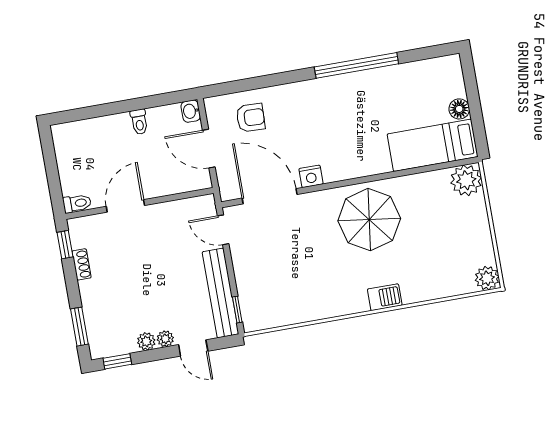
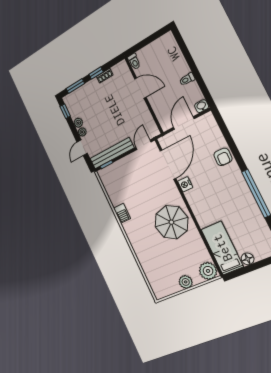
armchair: (251, 118) -> (223, 157), moved
window: (65, 245) -> (96, 73), moved
plant: (487, 278) -> (186, 282), moved
barbecue: (385, 297) -> (122, 213), moved

